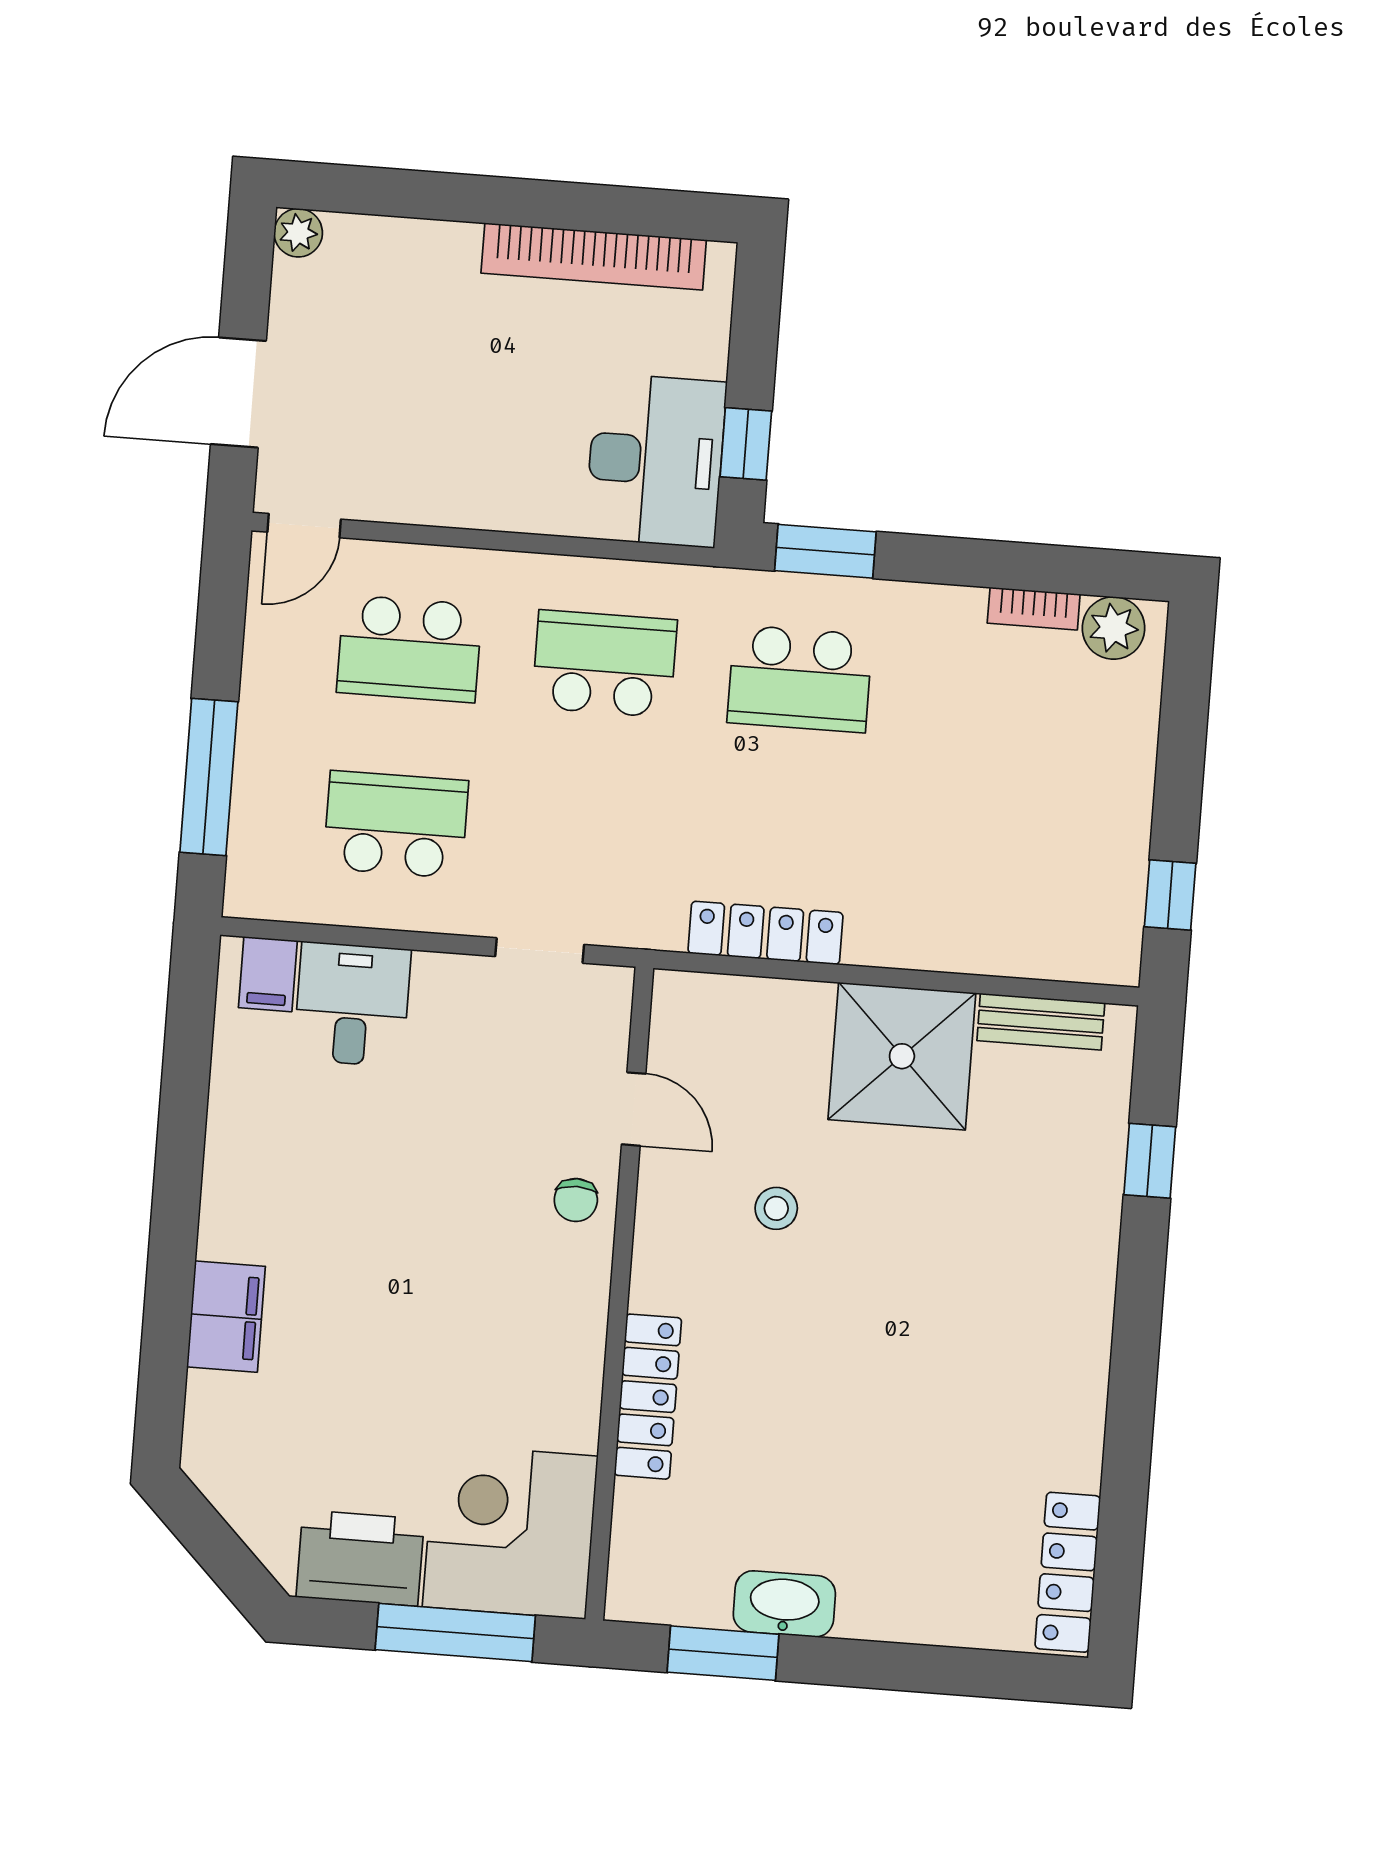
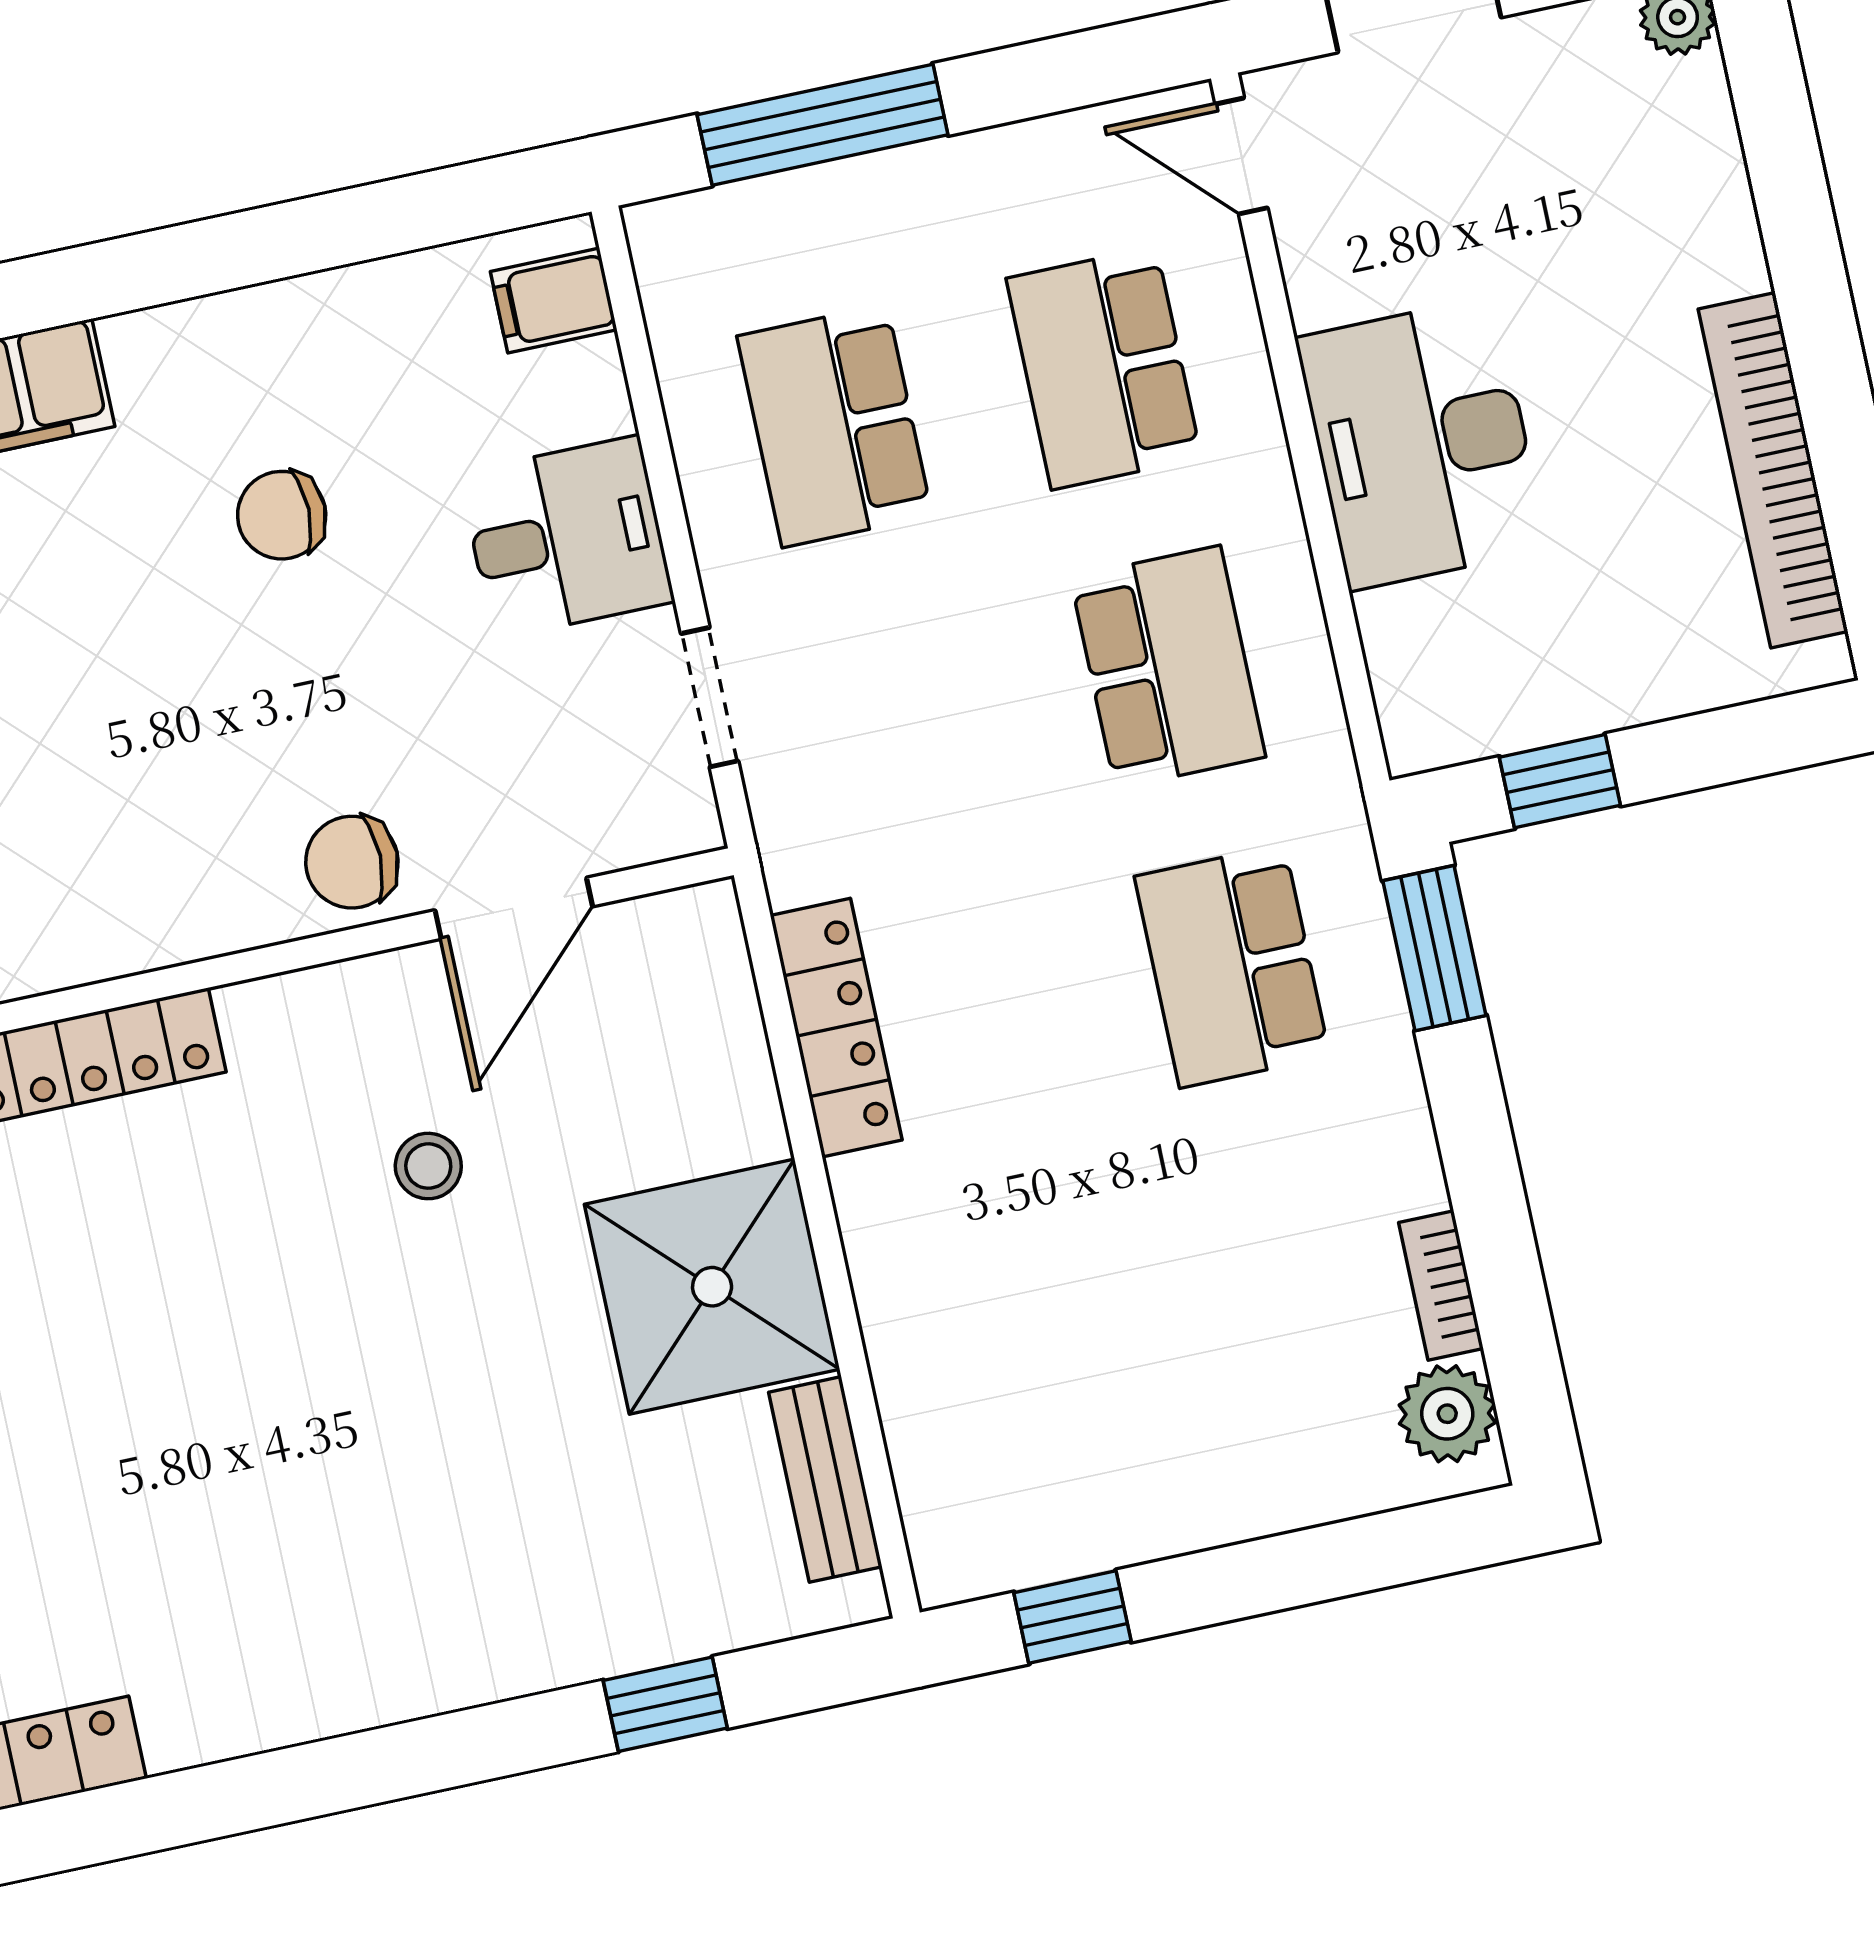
desk: (656, 460) -> (1422, 443), moved, turned 90
school desk: (396, 824) -> (835, 426), turned 180
desk: (352, 1004) -> (567, 537), moved
door: (634, 1109) -> (514, 908), width x1.38
chair: (350, 1180) -> (282, 515), added
chair: (576, 1200) -> (352, 862), width x1.37, depth x1.37

